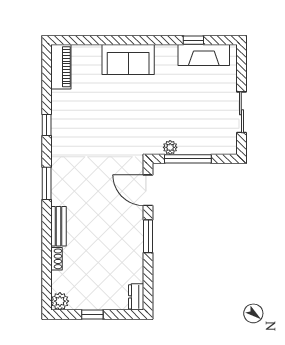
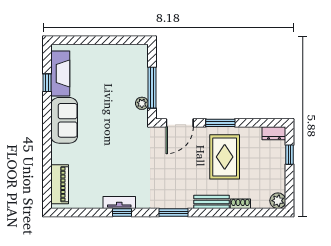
sofa: (128, 60) -> (64, 120), moved
piano: (61, 67) -> (60, 184), moved, turned 90
sliding door: (241, 112) -> (111, 40), removed
tv unit: (58, 122) -> (119, 202), added
rug: (109, 241) -> (225, 157), added
window: (92, 314) -> (290, 155), moved

